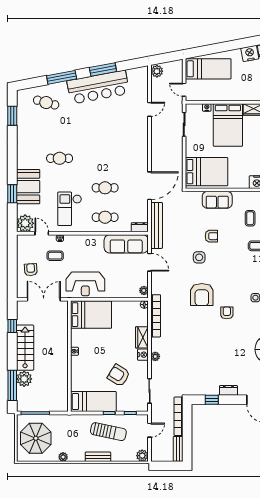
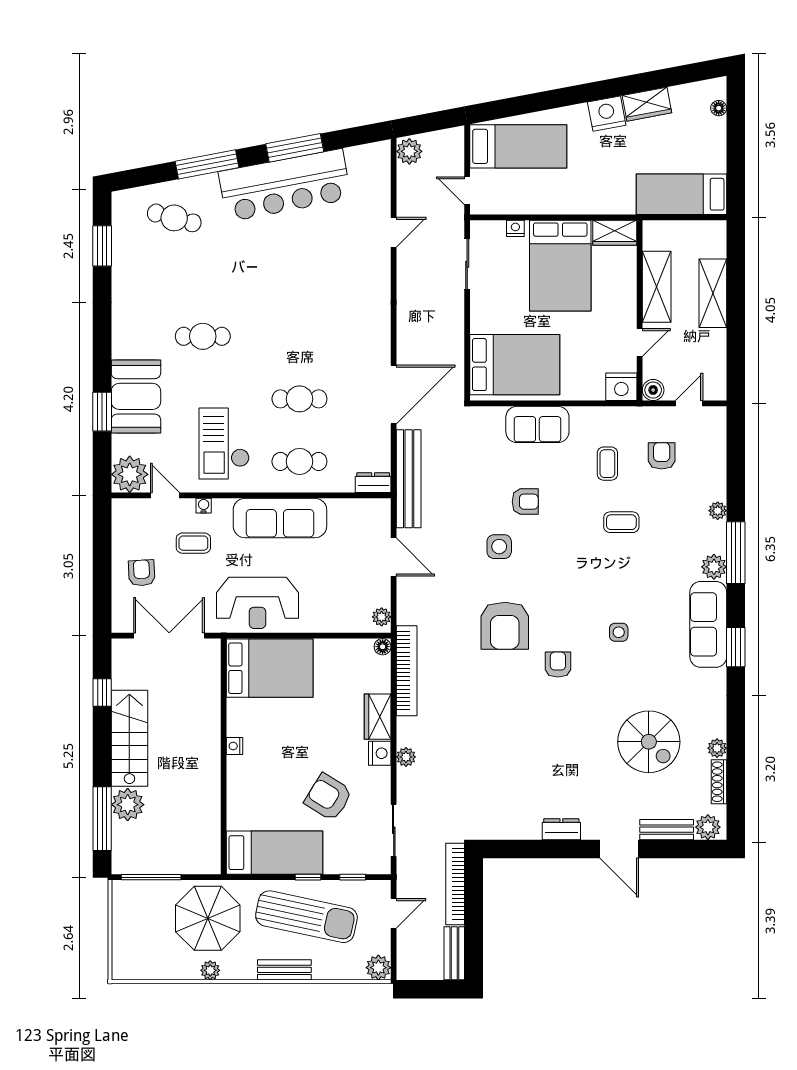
sofa: (126, 244) -> (280, 518), moved
window: (212, 400) -> (526, 849), removed
sun lounger: (108, 432) -> (306, 917), width x1.36, depth x1.34
parasol: (36, 438) -> (208, 918), moved

